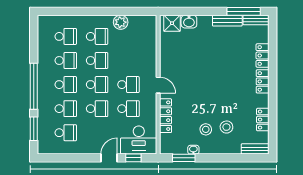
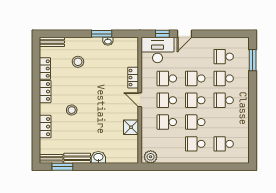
window: (244, 11) -> (62, 167), width x0.69
plant: (121, 22) -> (151, 157), moved
washbasin: (189, 22) -> (98, 157), moved
shower: (172, 23) -> (131, 127), moved
school desk: (66, 61) -> (167, 122), moved
locker: (263, 81) -> (45, 92), moved
window: (34, 86) -> (253, 99), removed
locker: (166, 116) -> (133, 78), width x0.66
stool: (206, 129) -> (72, 110), moved
window: (184, 158) -> (102, 34), moved

